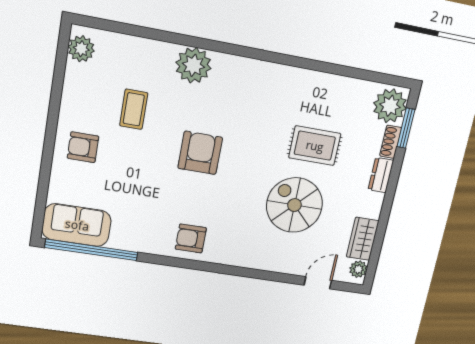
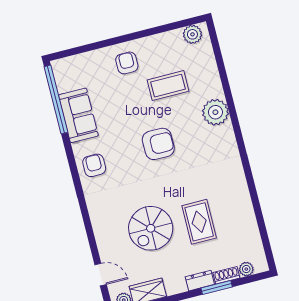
plant: (390, 106) -> (246, 269), width x0.53, depth x0.53
coffee table: (134, 109) -> (168, 86), width x1.36, depth x1.30
window: (406, 128) -> (217, 287), moved
spiral stairs: (294, 205) -> (151, 228), turned 180
sofa: (77, 225) -> (78, 115), moved

